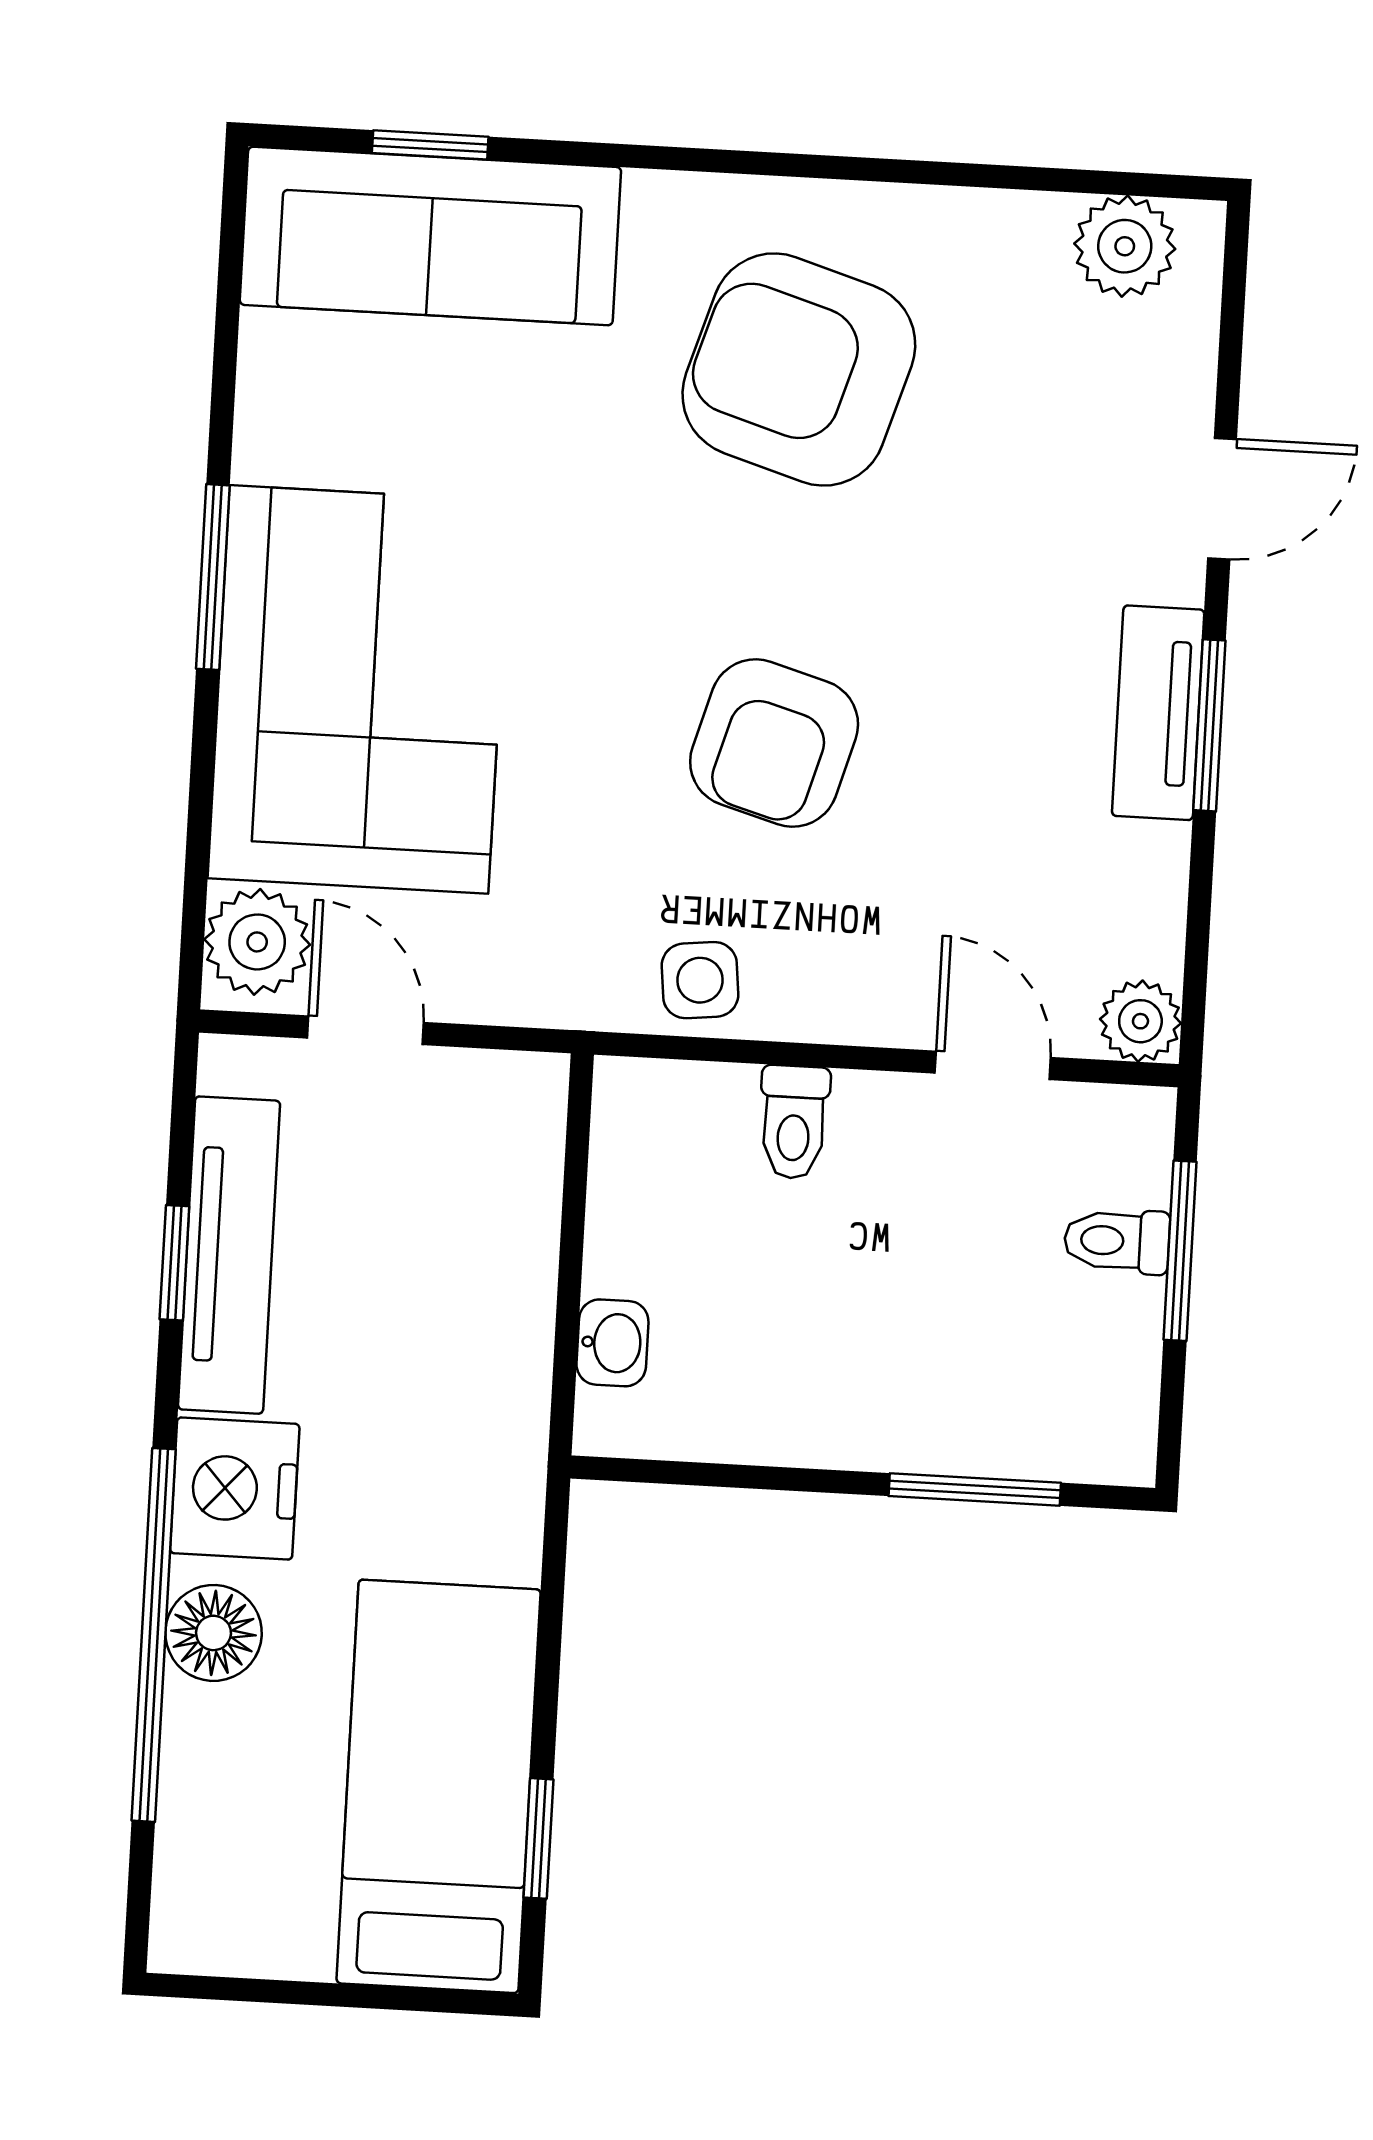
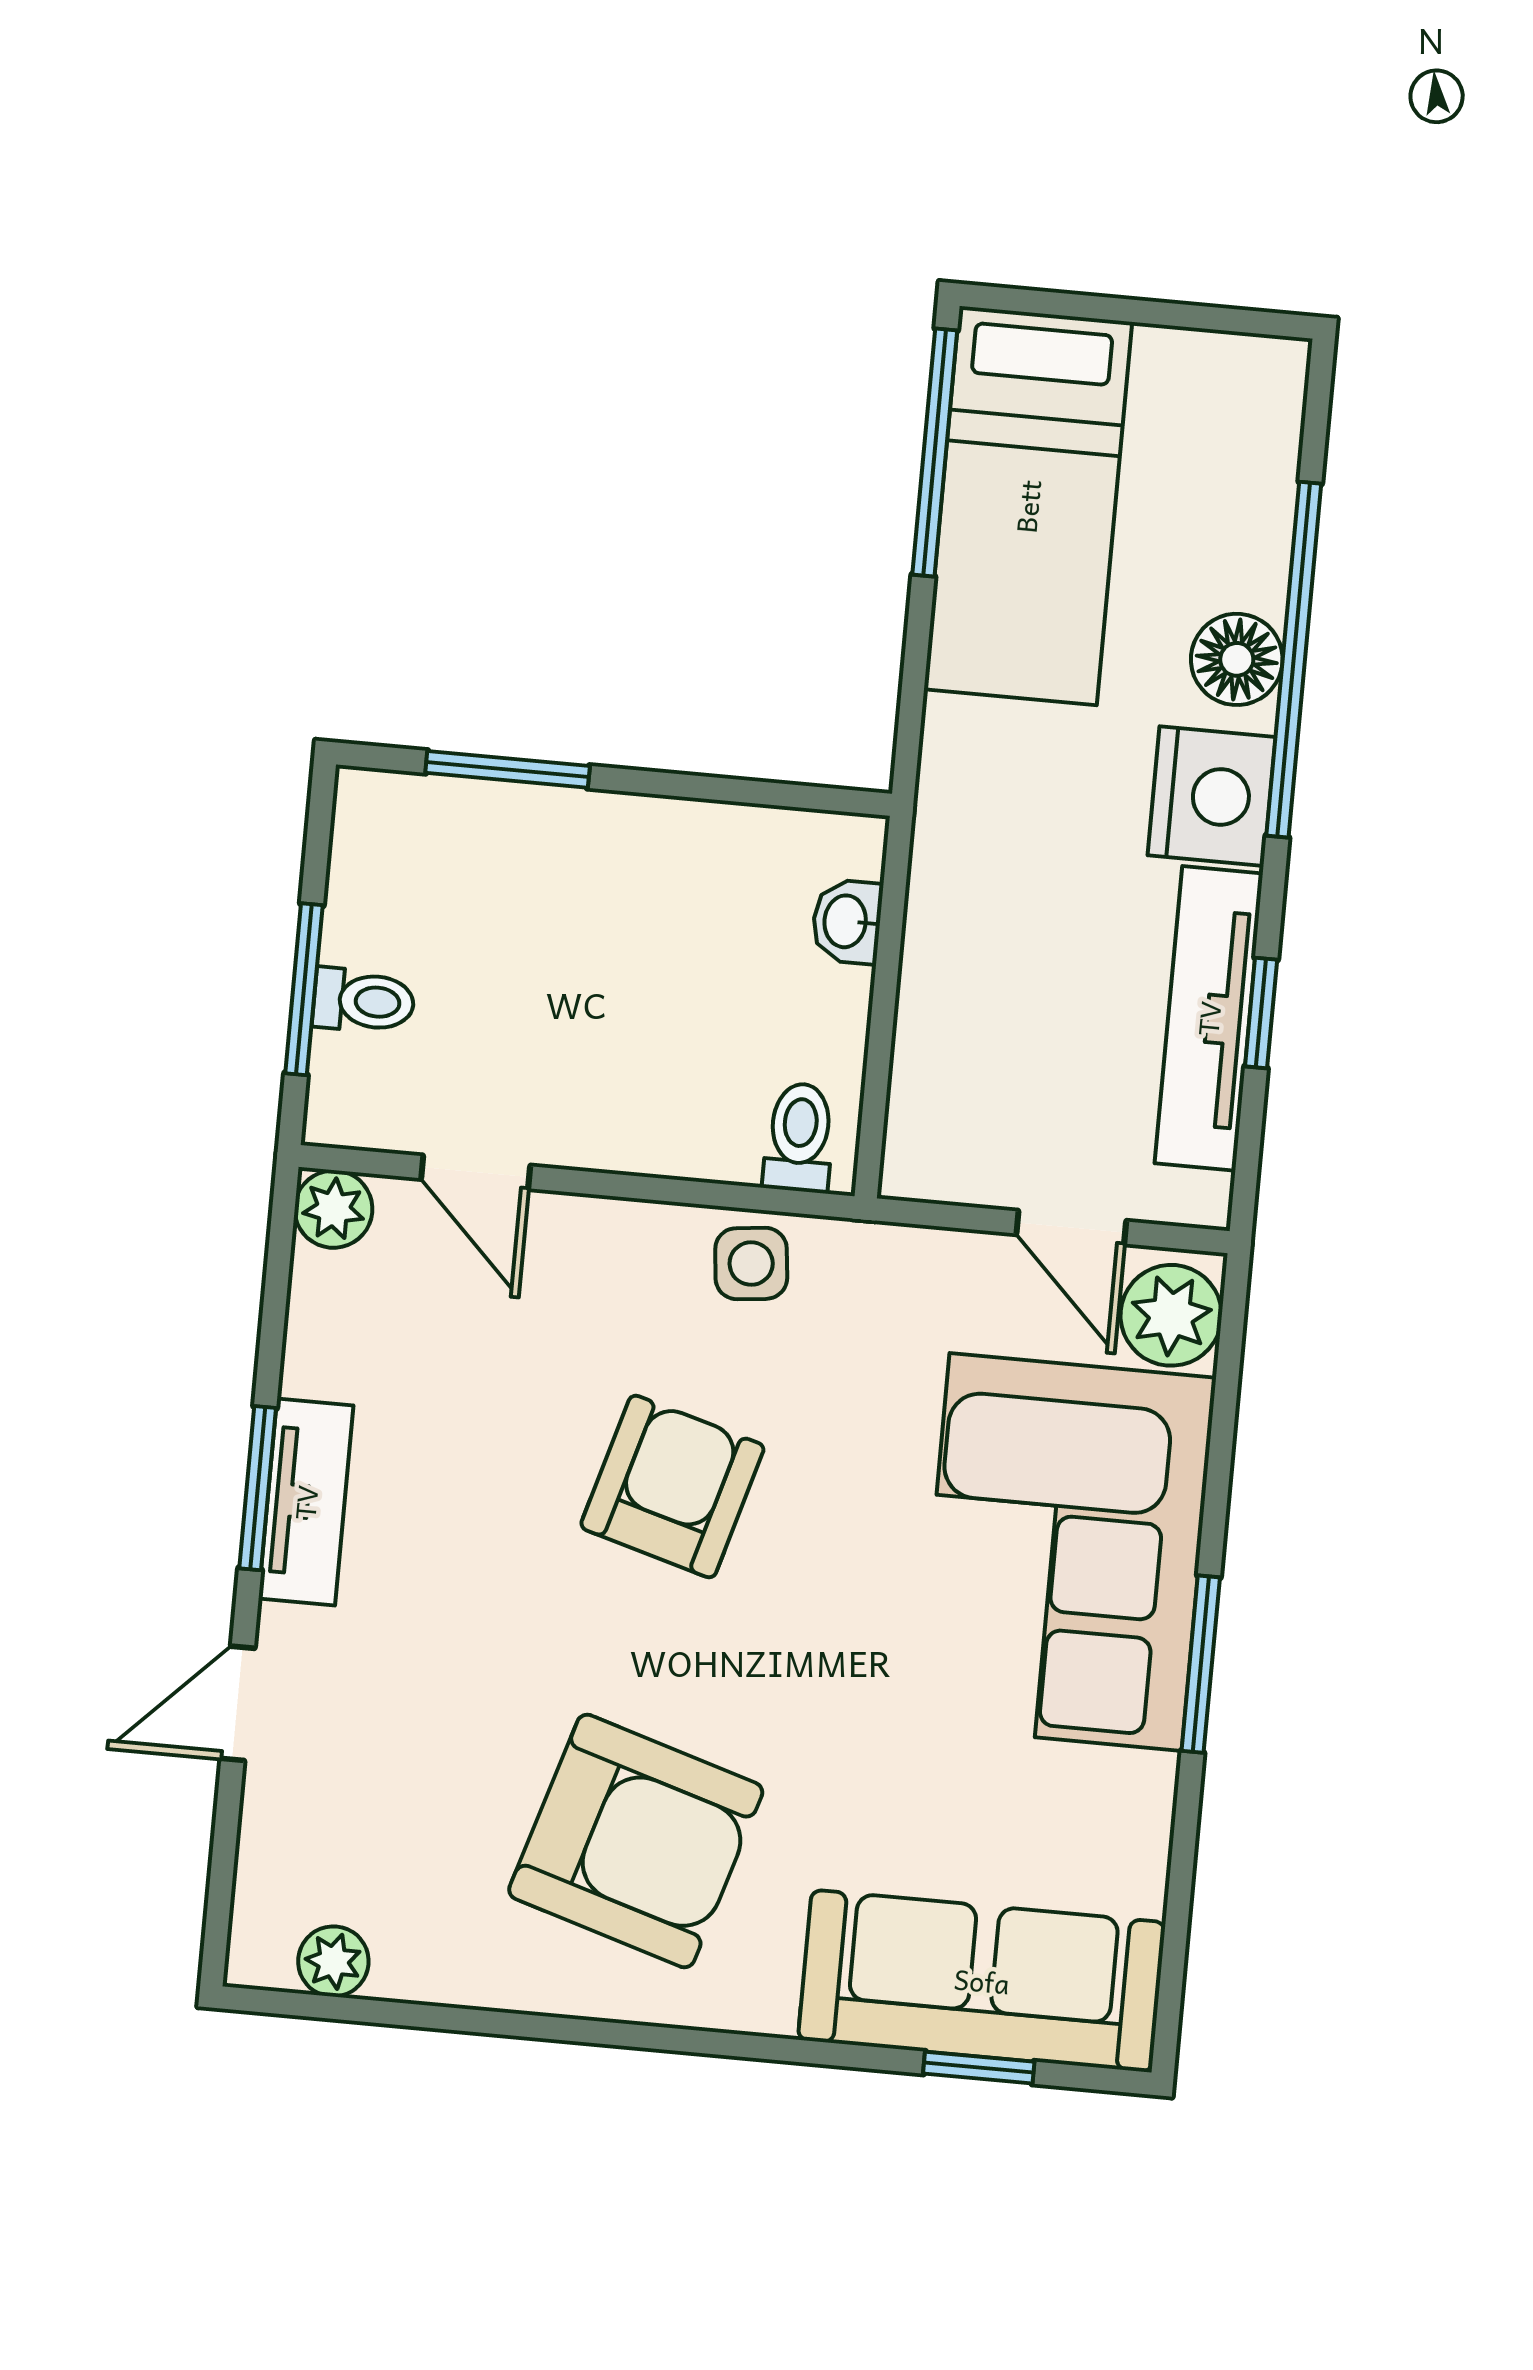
plant: (1125, 246) -> (333, 1961), width x0.73, depth x0.73
toilet: (794, 1122) -> (799, 1138), moved
window: (538, 1838) -> (935, 453), width x2.17

